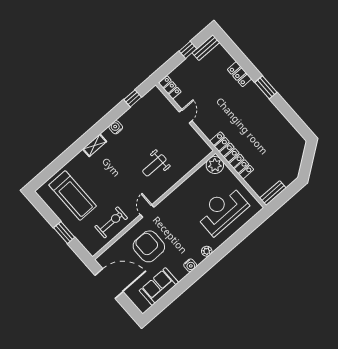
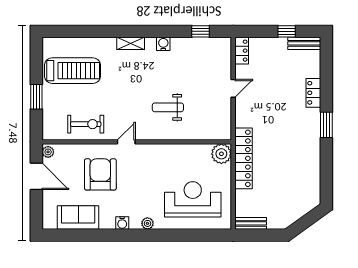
treadmill: (73, 196) -> (73, 71), turned -90
plant: (103, 261) -> (48, 152), added
door: (109, 284) -> (36, 176), width x0.73

